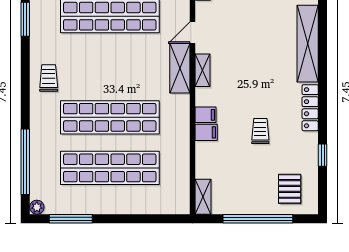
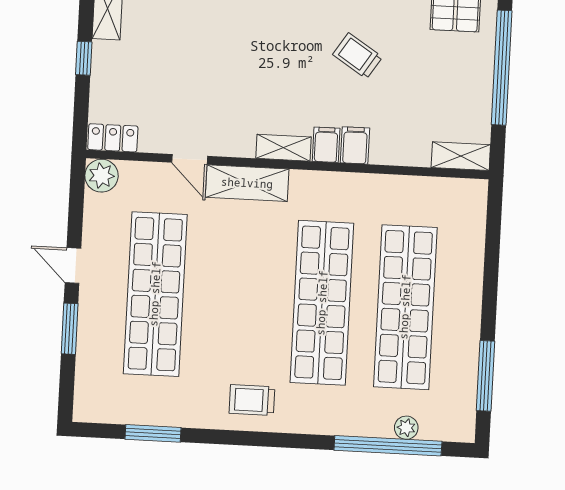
shelving: (202, 70) -> (284, 148), moved
trolley: (260, 131) -> (358, 56), turned 33
plant: (37, 207) -> (406, 428), moved

